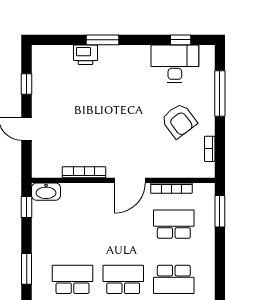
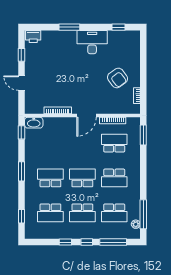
printer: (86, 55) -> (33, 36), moved
desk: (175, 64) -> (92, 42), moved
window: (220, 94) -> (143, 61), removed

